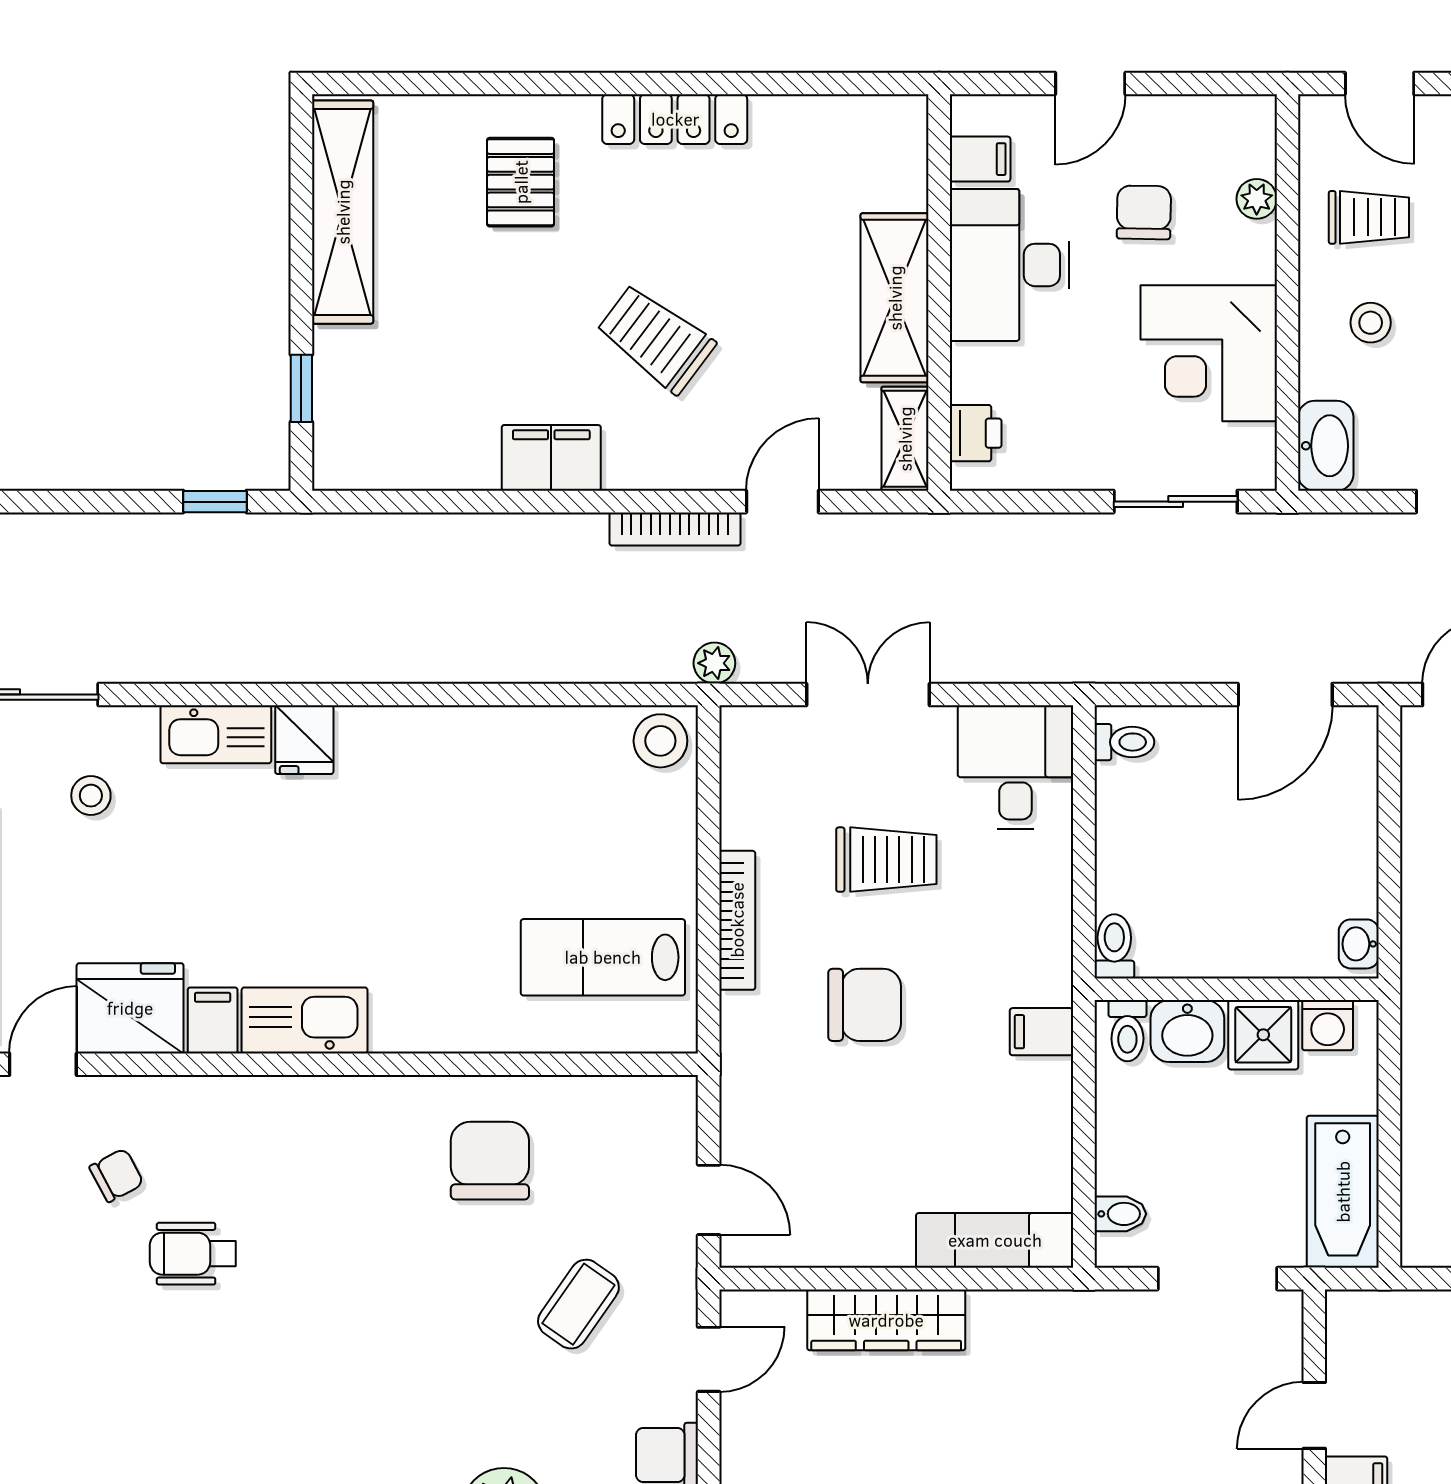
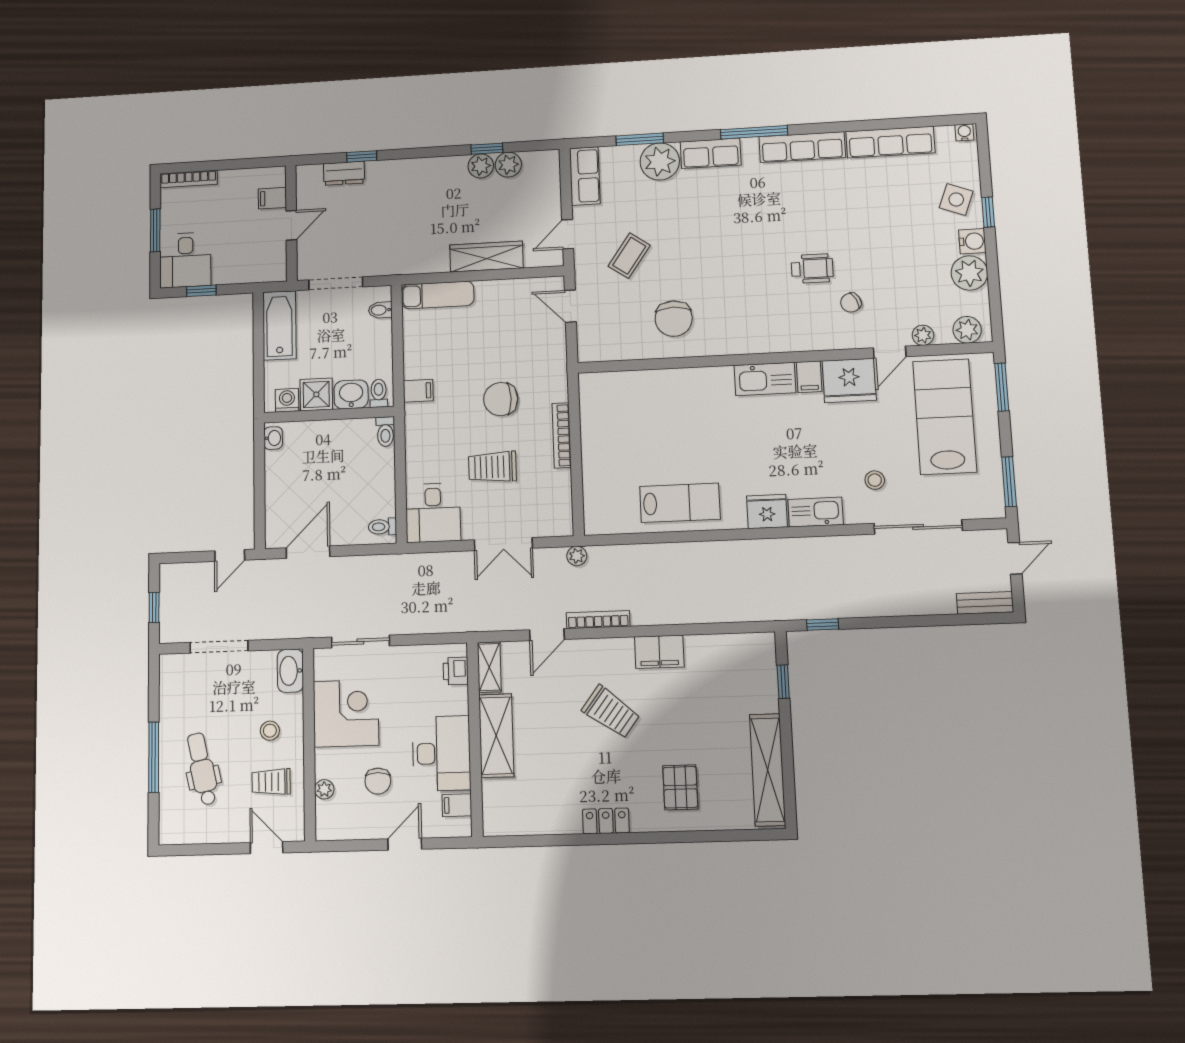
locker: (675, 119) -> (606, 821), width x0.66
fridge: (304, 740) -> (767, 511), width x1.38
stool: (660, 741) -> (601, 518), removed
lab bench: (603, 957) -> (680, 503), moved

